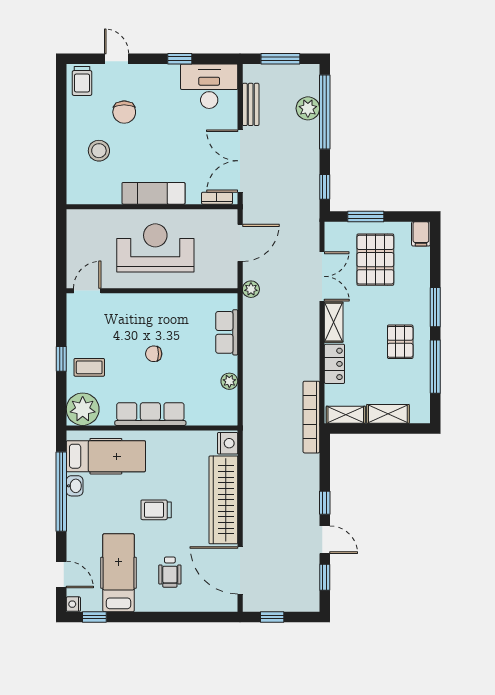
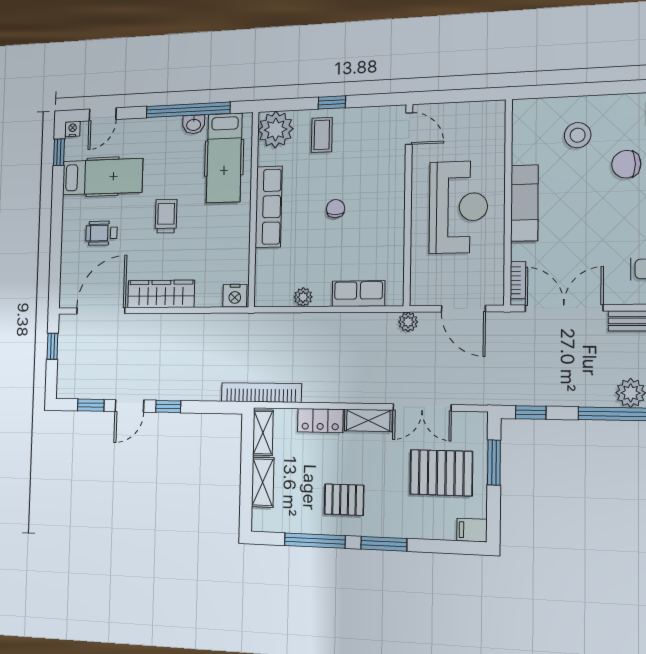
wardrobe: (223, 500) -> (161, 294), width x0.71, depth x0.85

